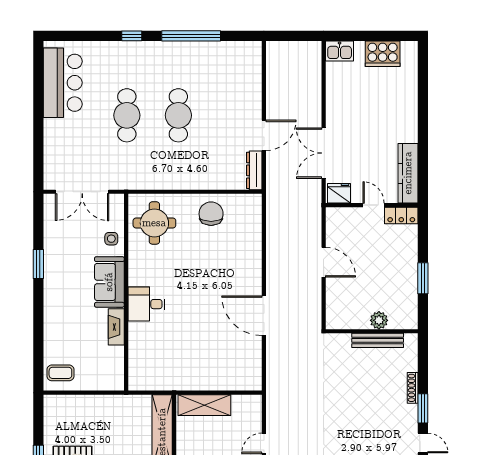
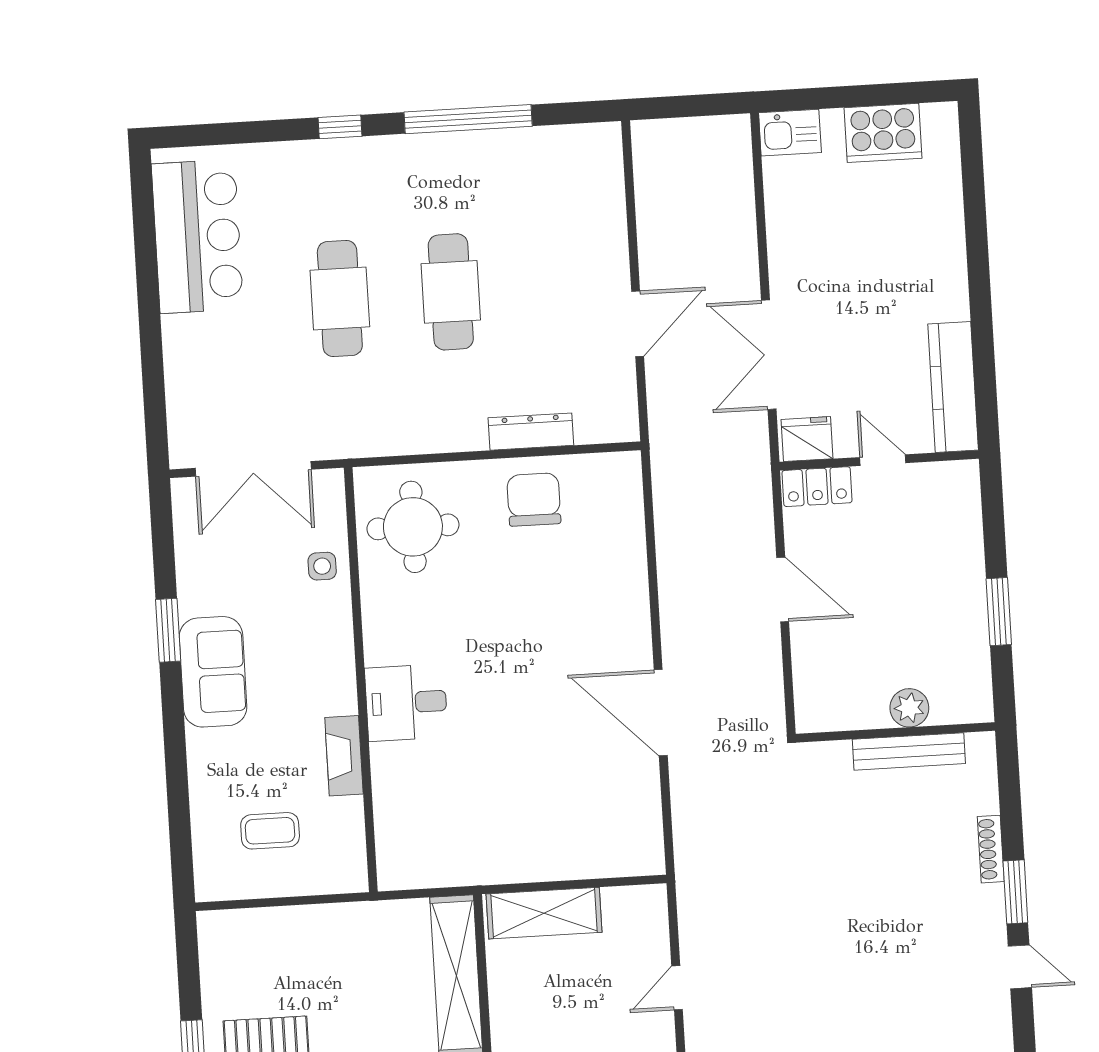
dresser: (254, 170) -> (531, 432), moved, turned 90
locker: (401, 215) -> (817, 487), moved
sofa: (109, 282) -> (213, 672), moved, turned 180
coffee table: (60, 373) -> (270, 831), moved

